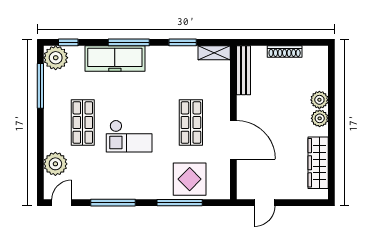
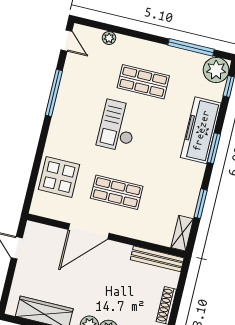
window: (129, 42) -> (214, 148), width x0.69
plant: (55, 164) -> (109, 38), width x0.53, depth x0.53
window: (180, 203) -> (38, 161), removed

